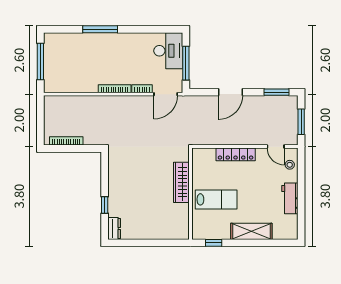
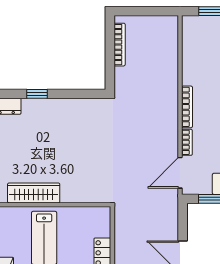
door: (166, 94) -> (180, 173), hinge flipped
wardrobe: (181, 182) -> (34, 193), moved

